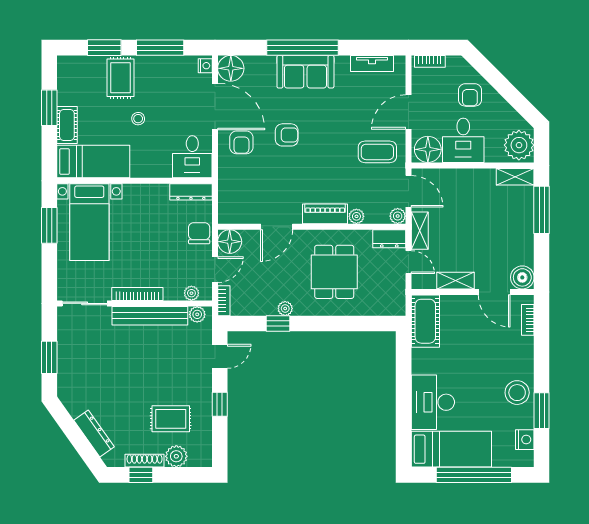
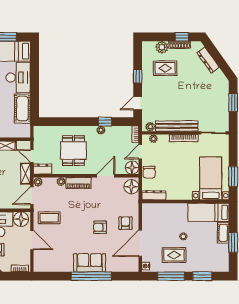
tv unit: (372, 63) -> (52, 267), removed
floor lamp: (231, 68) -> (131, 187), moved
rug: (120, 78) -> (174, 255), moved, turned 90
door: (215, 106) -> (140, 243), hinge flipped
door: (408, 112) -> (32, 240), hinge flipped
desk: (192, 157) -> (153, 215), removed
door: (408, 191) -> (32, 196), hinge flipped
cot: (425, 321) -> (22, 109), moved

